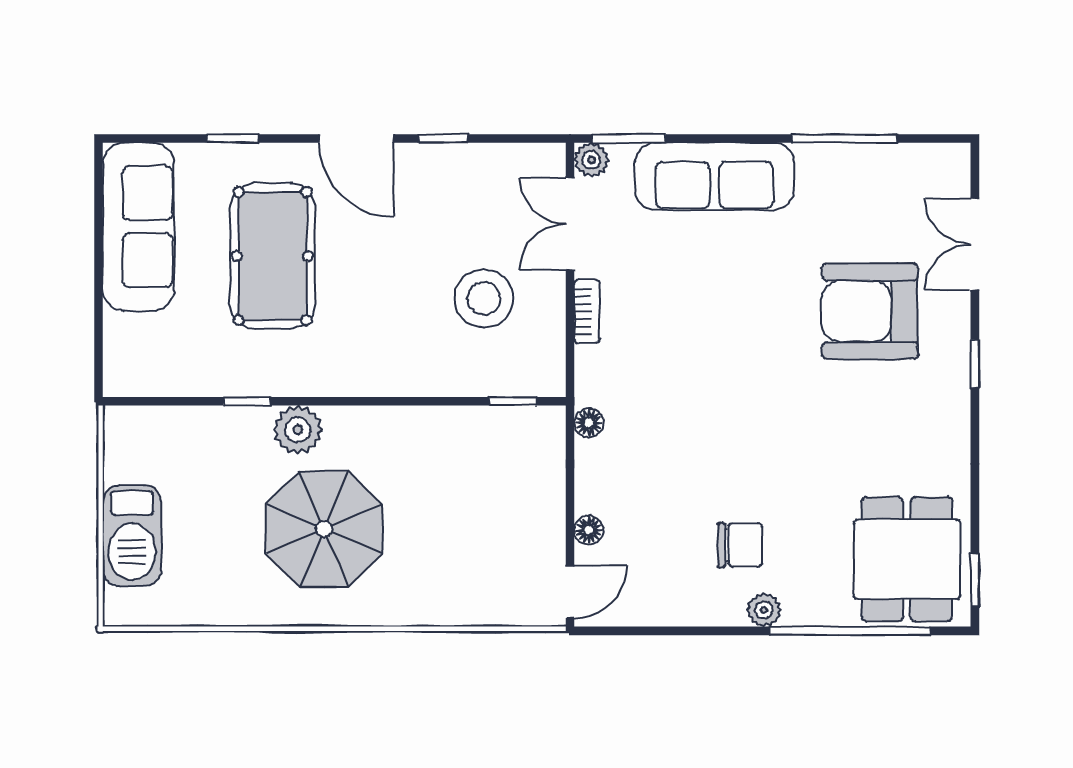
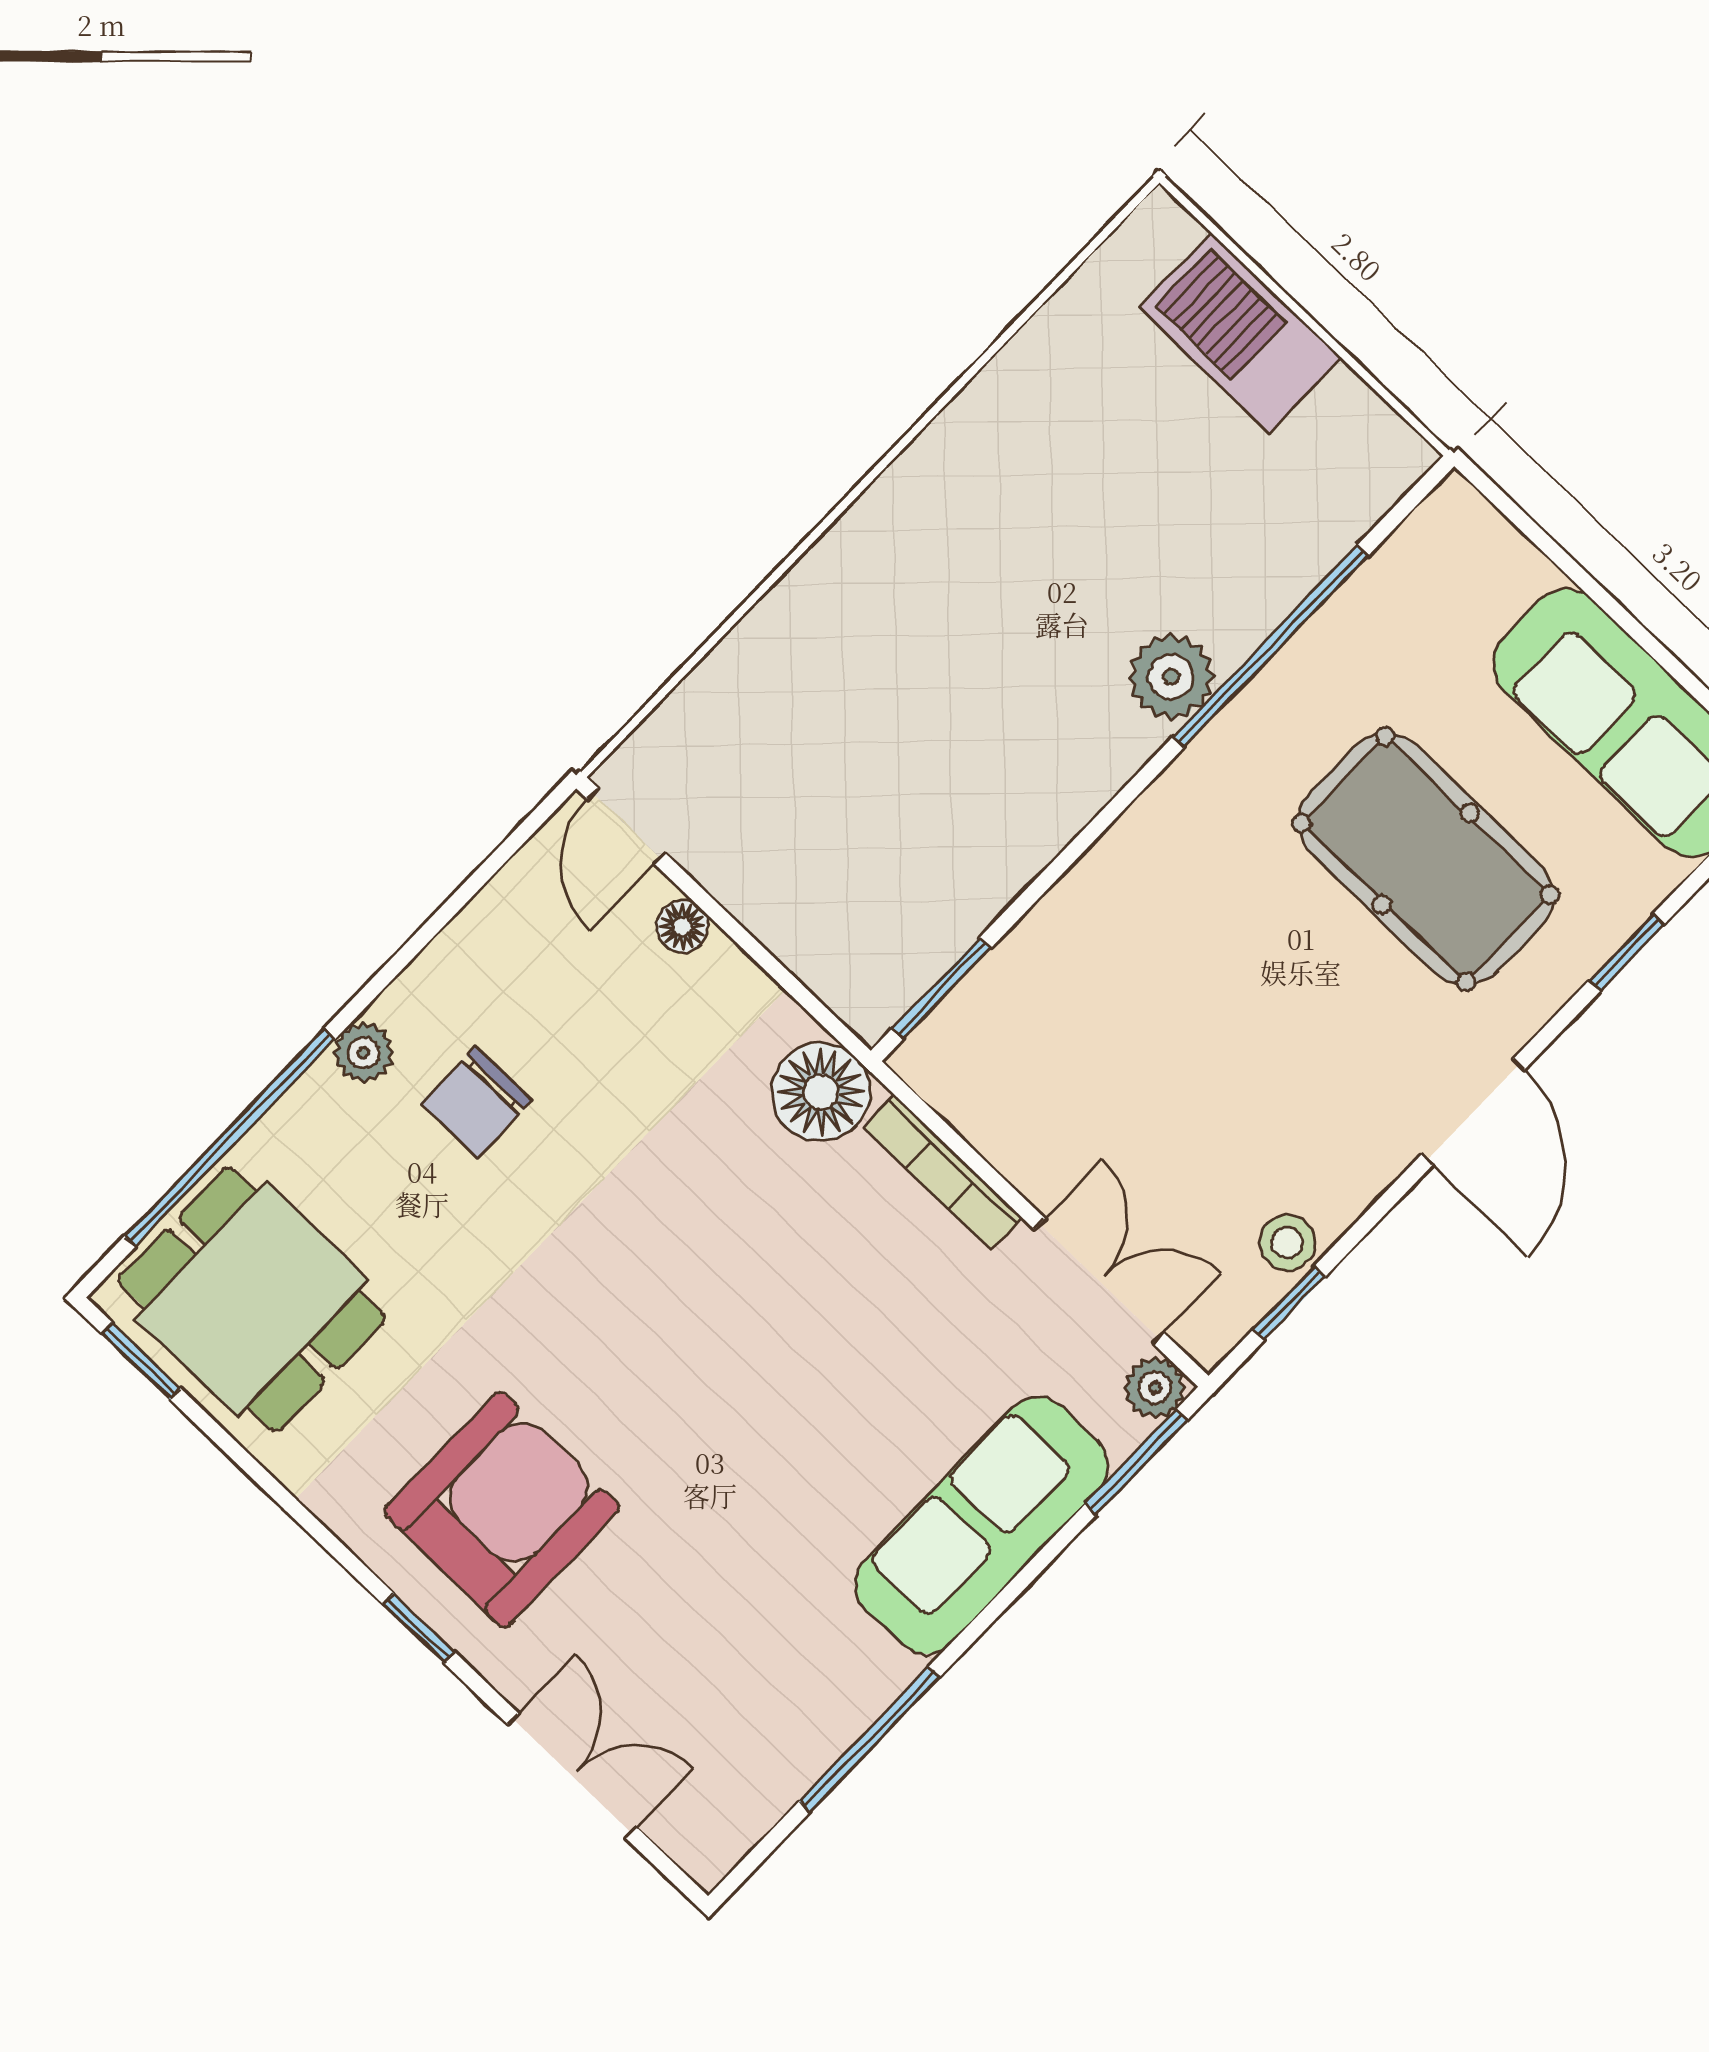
door: (356, 138) -> (1473, 1112), swing flipped
window: (443, 138) -> (1289, 1303), moved
stool: (484, 298) -> (1287, 1243), moved, width x0.53, depth x0.53
bookcase: (587, 311) -> (943, 1172), width x1.56
armchair: (870, 311) -> (502, 1510), moved
window: (247, 401) -> (1271, 646), width x3.17
window: (513, 401) -> (941, 988), width x1.50
floor lamp: (589, 423) -> (821, 1092), width x1.89, depth x1.89
parasol: (324, 529) -> (1011, 587), removed

